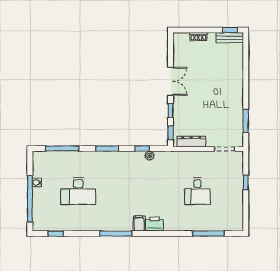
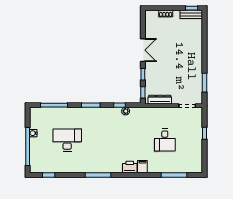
desk: (78, 191) -> (67, 140), turned 180
filing cabinet: (139, 223) -> (142, 167), moved

